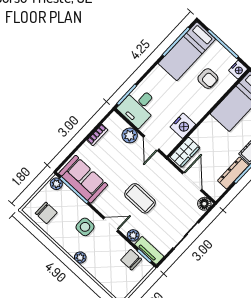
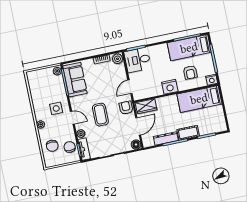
nightstand: (183, 126) -> (170, 87), moved
plant: (130, 135) -> (118, 59), moved
armchair: (164, 170) -> (126, 108), added
chair: (46, 213) -> (52, 146), moved

